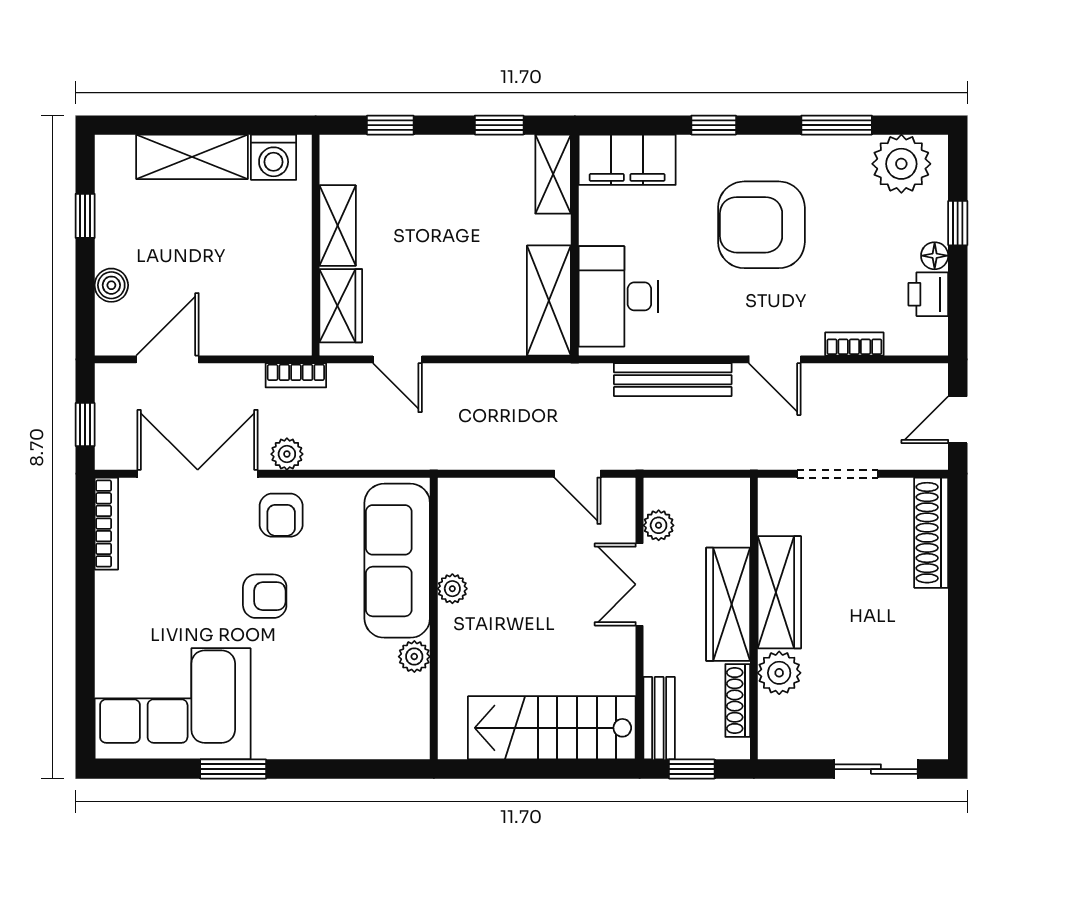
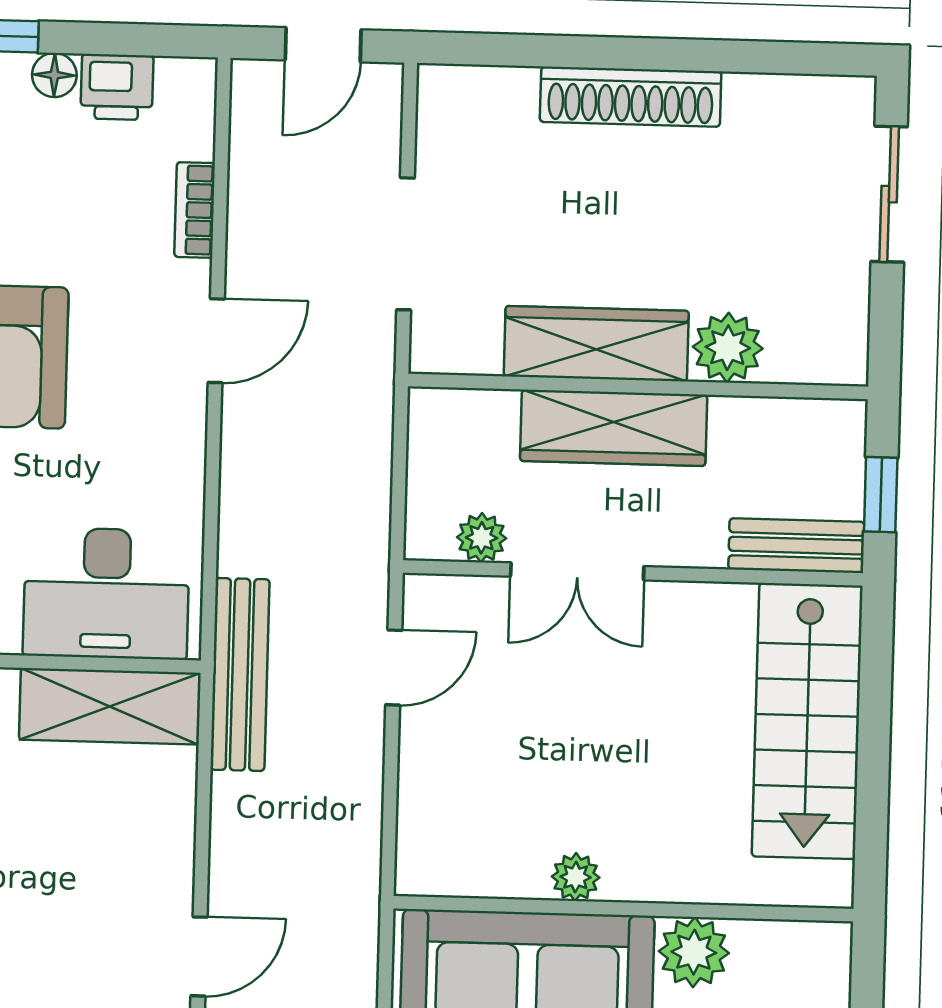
bench: (673, 380) -> (240, 675), moved
door: (958, 420) -> (323, 45), hinge flipped
shoe rack: (931, 533) -> (631, 97), moved
plant: (414, 657) -> (694, 952), width x1.38, depth x1.38
shoe rack: (738, 701) -> (771, 417), removed

